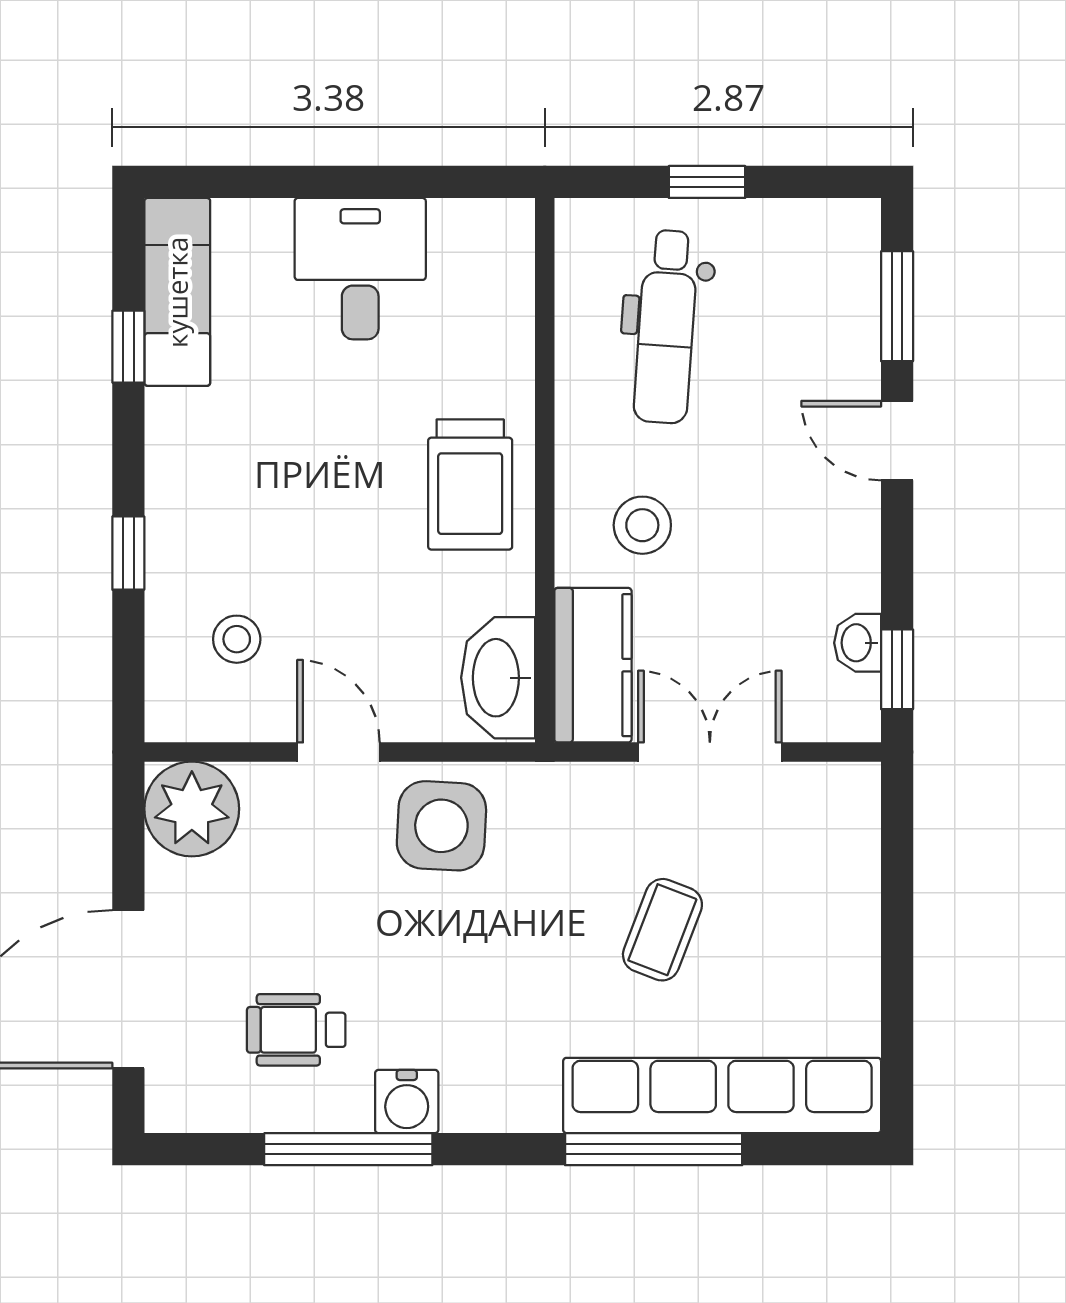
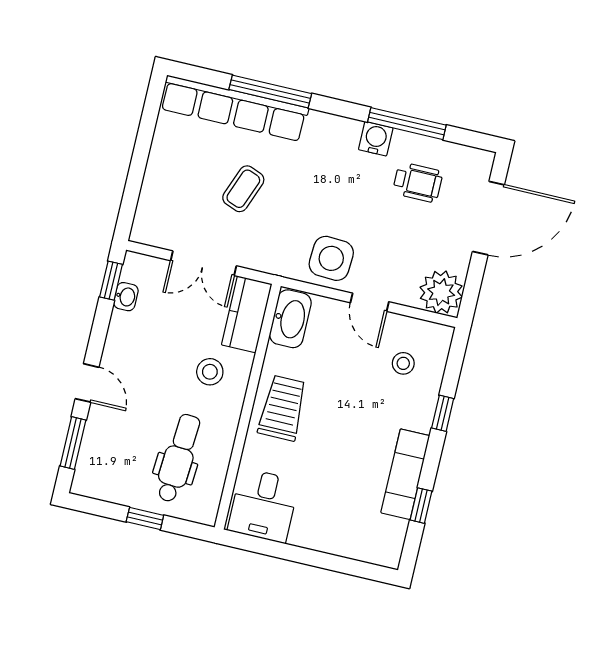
desk: (360, 269) -> (263, 505), moved
exam couch: (177, 292) -> (405, 474), moved

